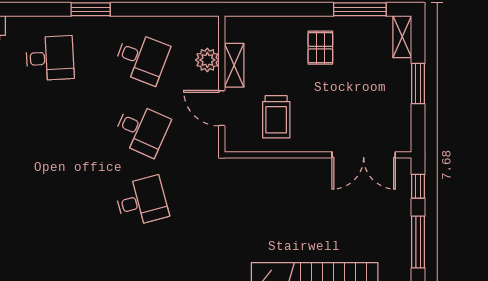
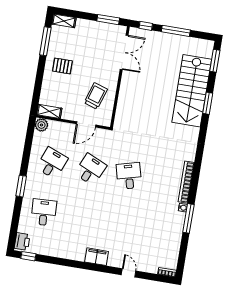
plant: (207, 60) -> (41, 125), moved
shelving: (234, 65) -> (49, 111), moved
window: (418, 84) -> (108, 20), moved
trolley: (276, 117) -> (96, 96), turned -72

